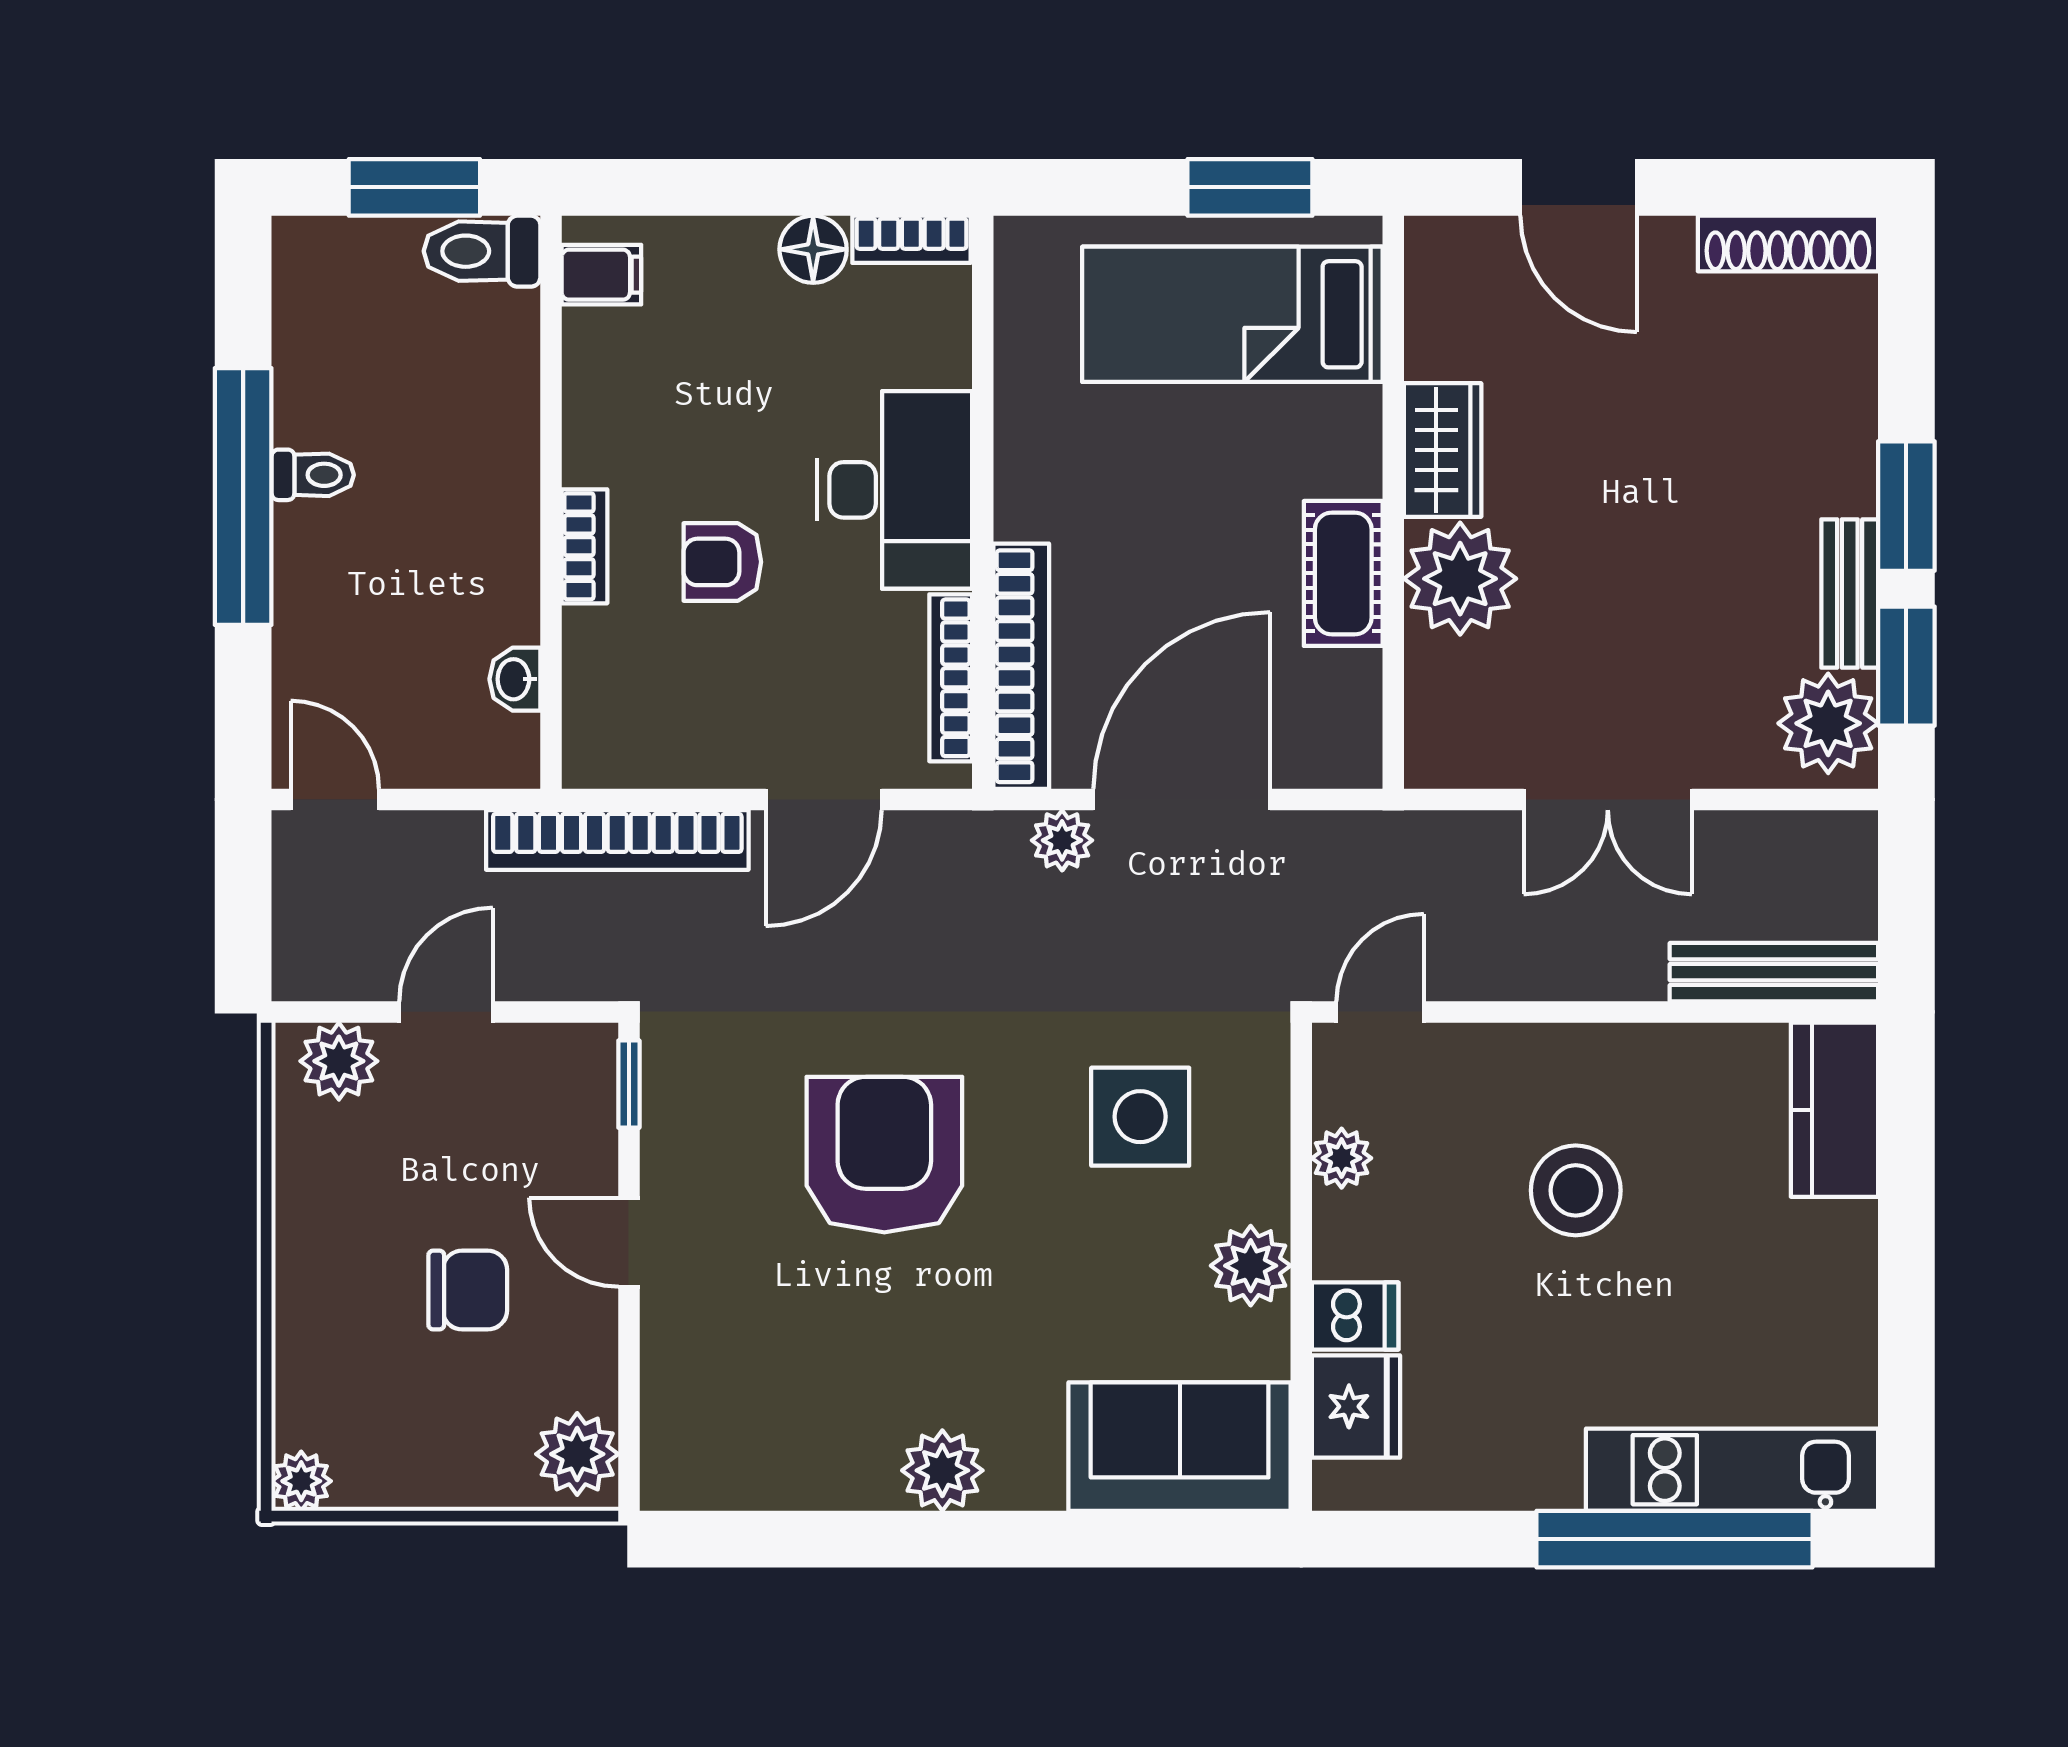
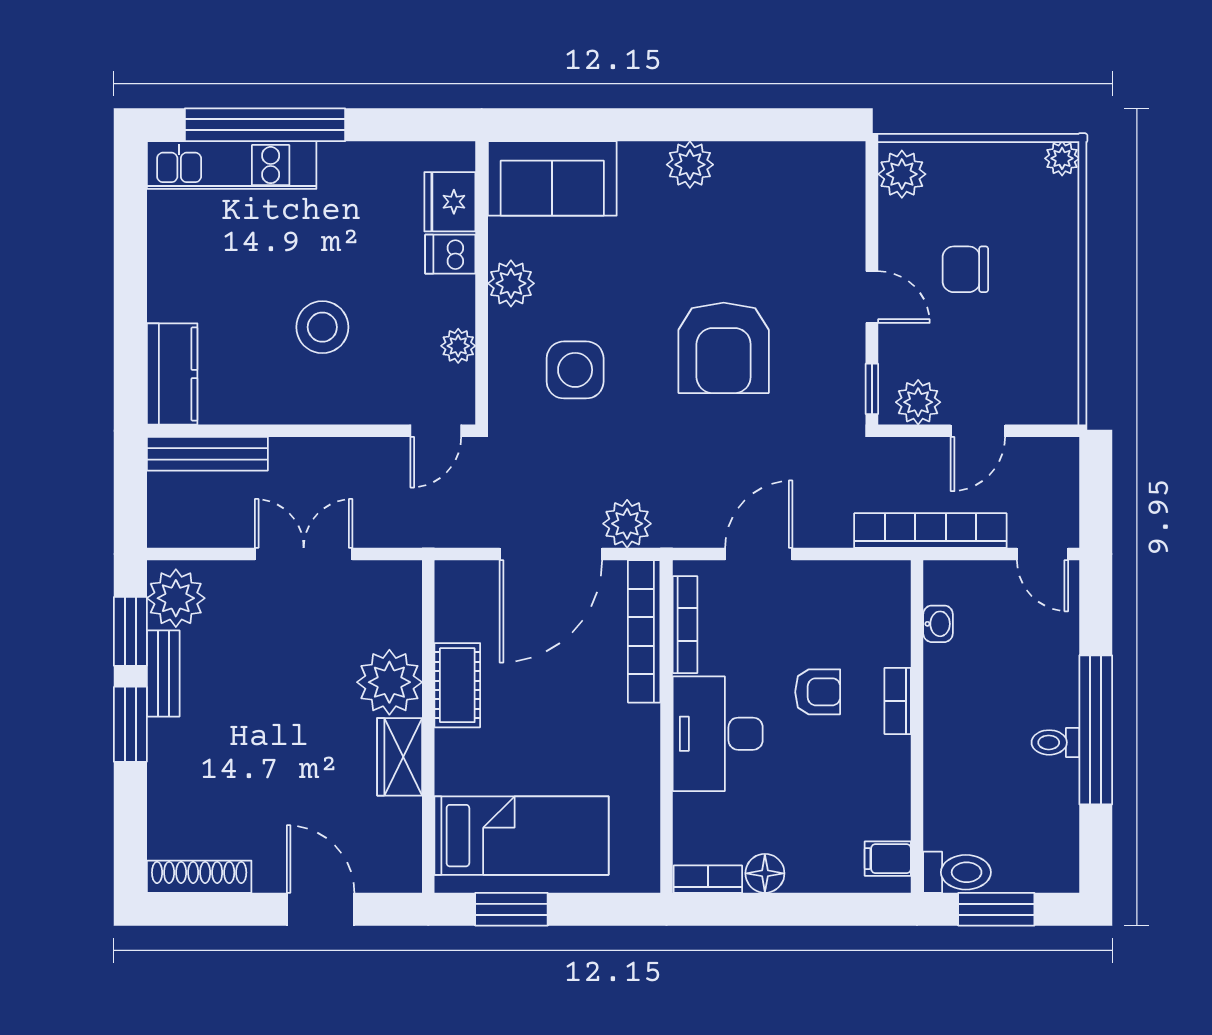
bookcase: (617, 840) -> (930, 530), moved
plant: (1062, 840) -> (627, 524), width x1.38, depth x1.38
plant: (339, 1061) -> (918, 402), moved

